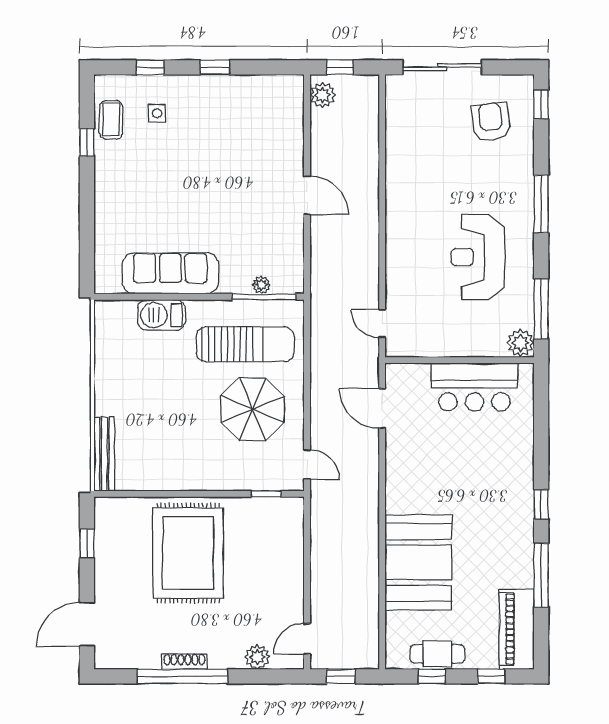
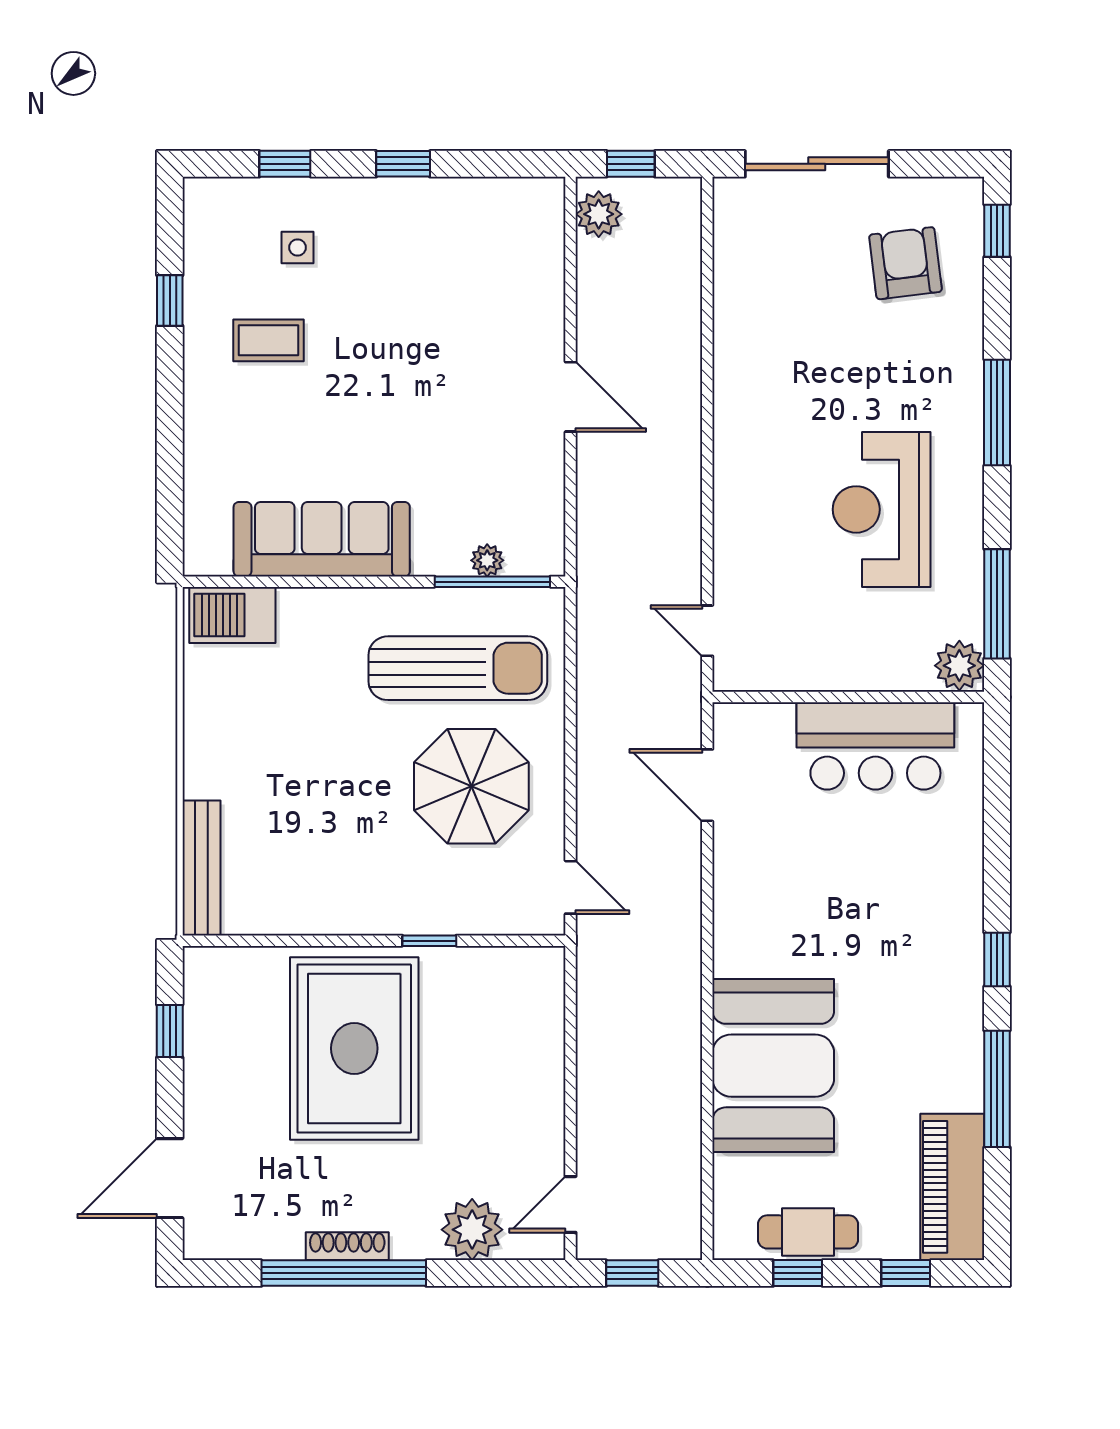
coffee table: (111, 120) -> (269, 340), moved, turned 90
barbecue: (161, 315) -> (232, 615), moved
window: (266, 494) -> (429, 941), moved
plant: (257, 657) -> (472, 1230), width x1.36, depth x1.36

